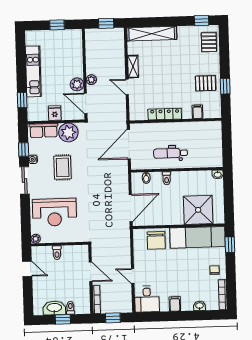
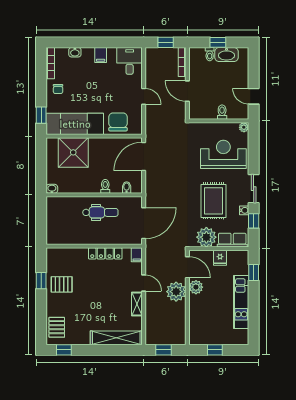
plant: (91, 80) -> (176, 292), width x1.88, depth x1.88
filing cabinet: (197, 112) -> (137, 255), moved
rug: (63, 167) -> (213, 201), width x1.36, depth x1.43
door: (133, 276) -> (144, 96), moved

